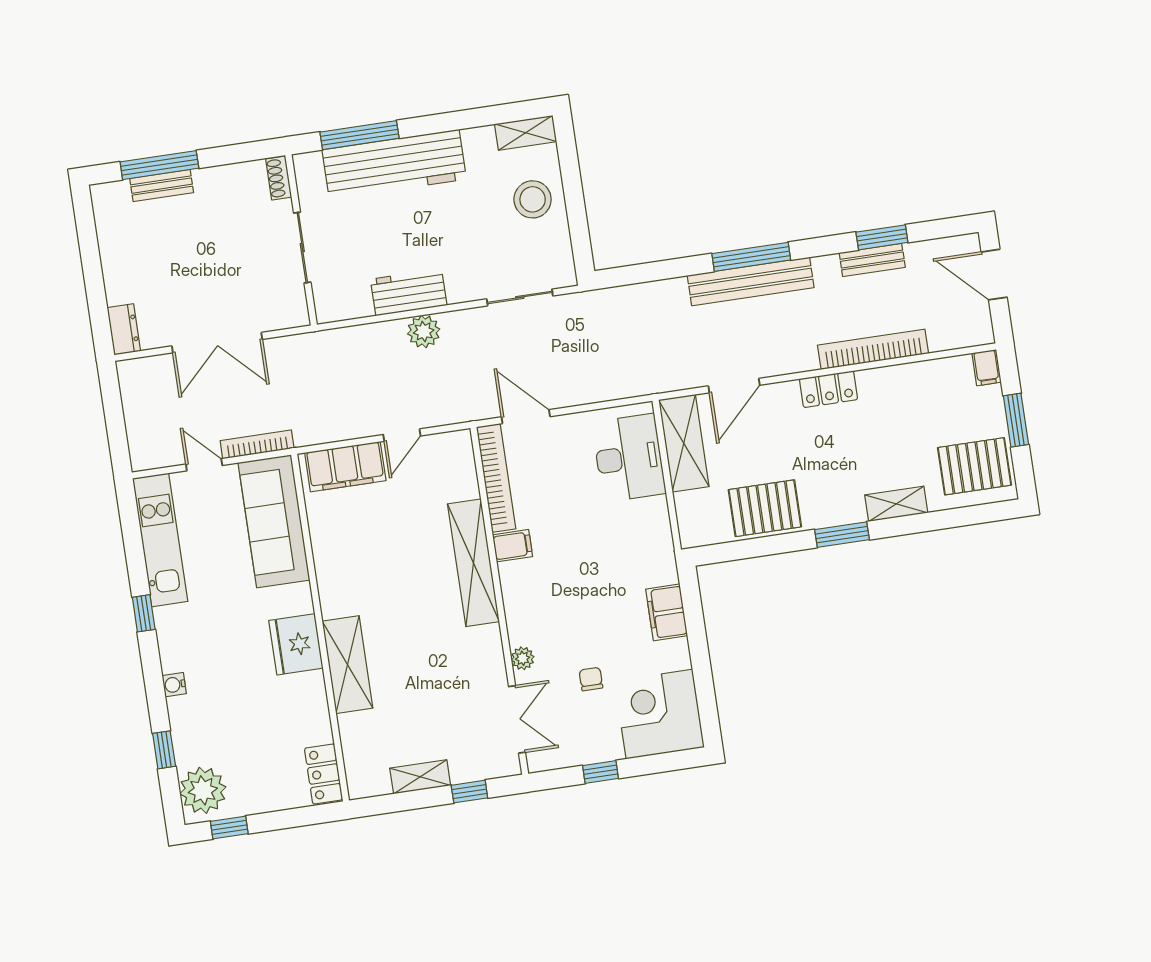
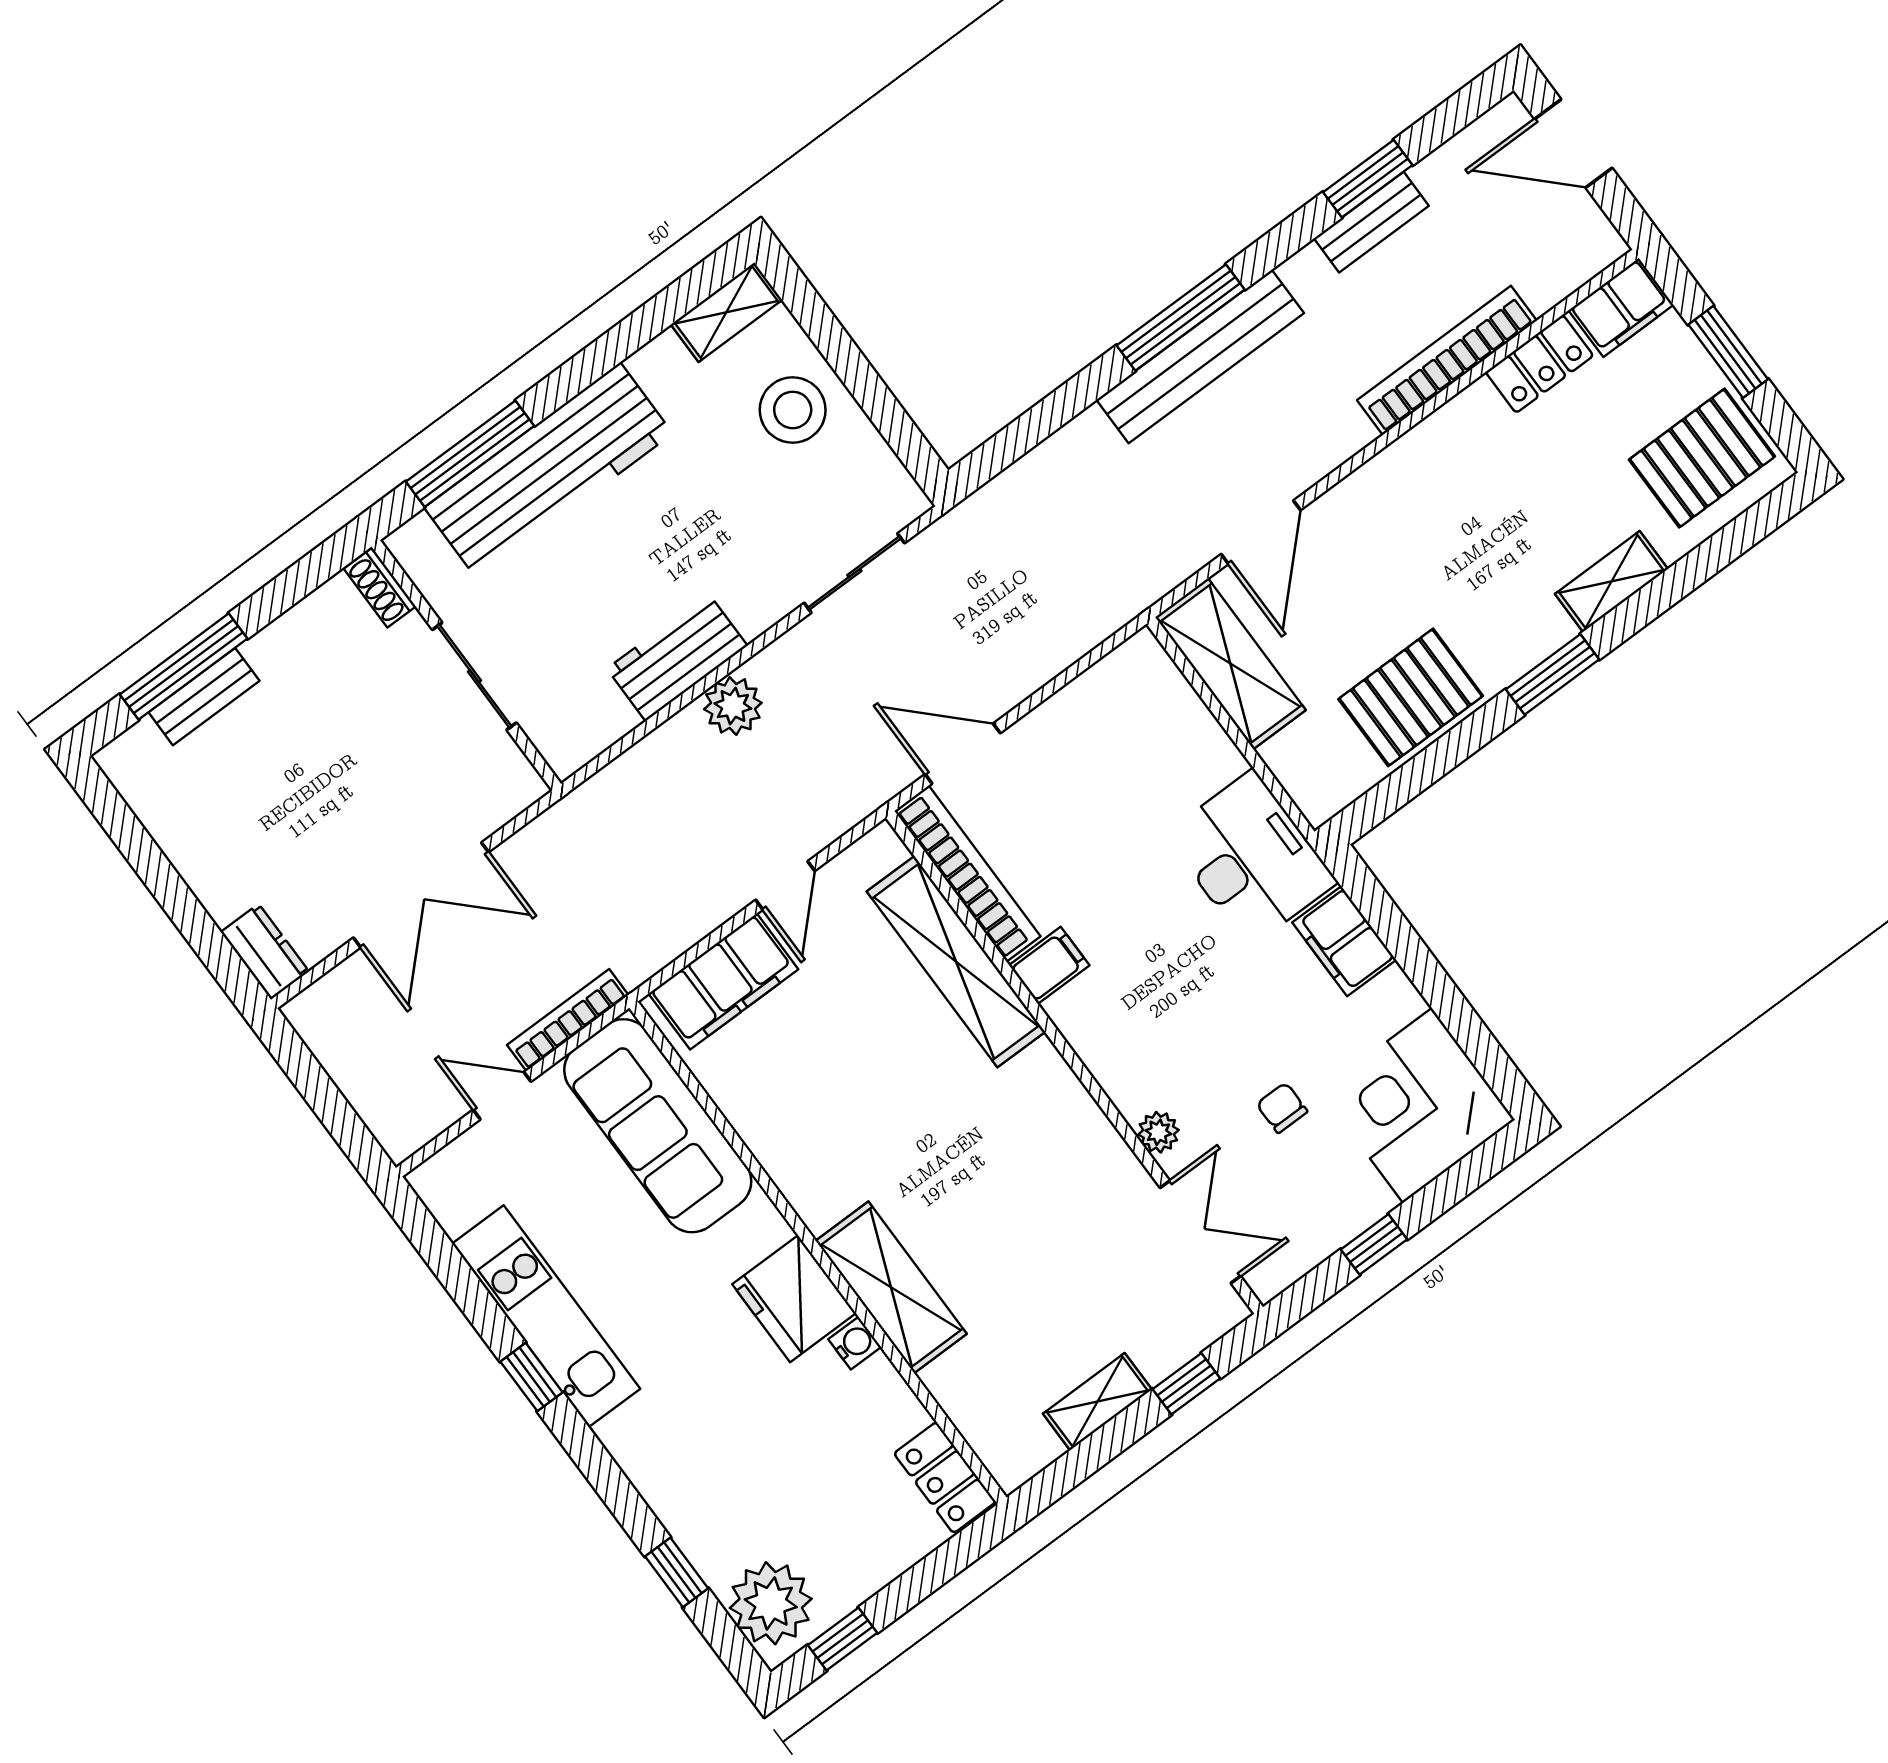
filing cabinet: (987, 368) -> (1621, 308), width x2.00
locker: (829, 389) -> (1539, 364), moved
desk: (629, 458) -> (1251, 858), moved
kitchen unit: (160, 540) -> (546, 1316), moved
shelving: (473, 563) -> (956, 962), moved
water cooler: (174, 685) -> (855, 1343), moved, turned 180

